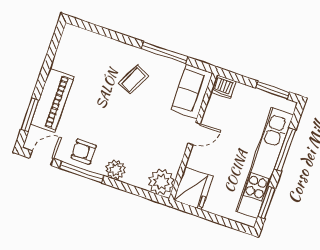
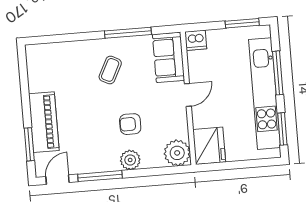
armchair: (84, 152) -> (130, 124), moved

